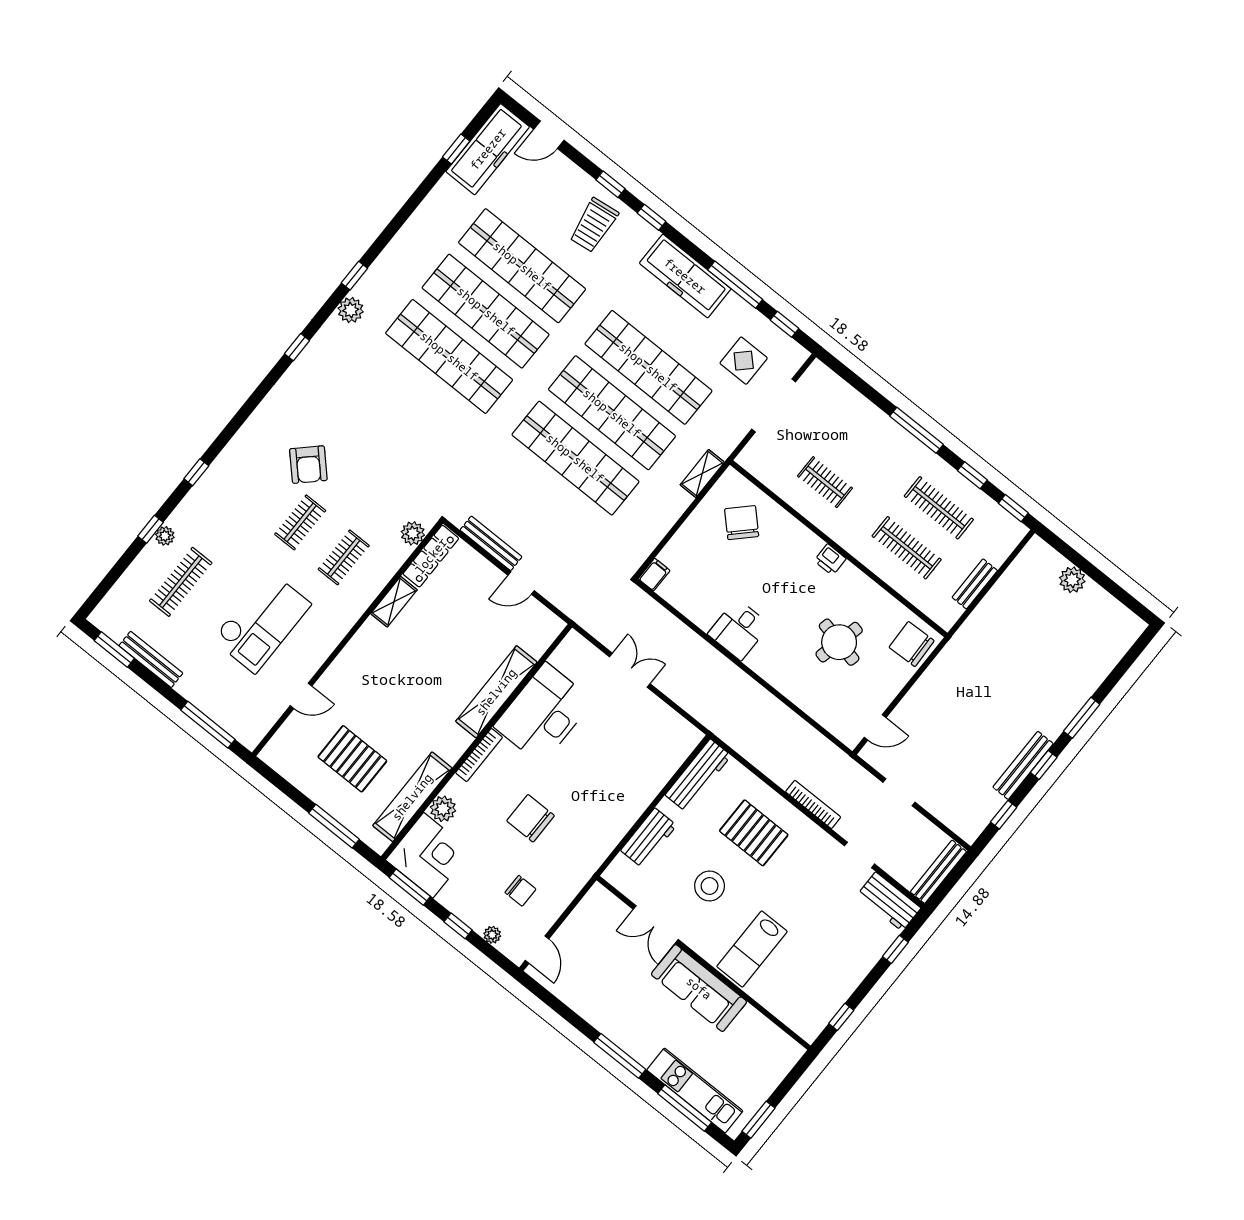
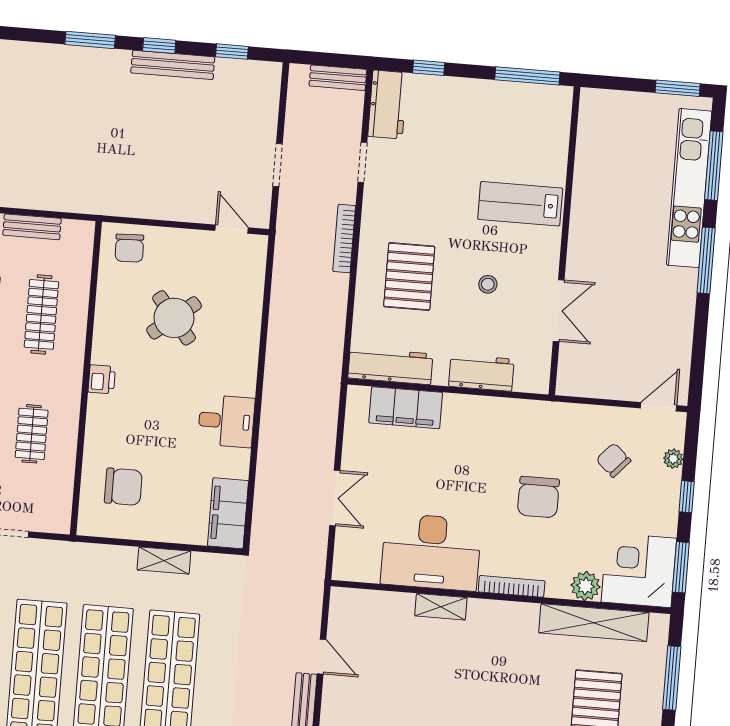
shelving: (702, 474) -> (164, 561), moved
chair: (742, 523) -> (123, 487), turned -135
filing cabinet: (654, 575) -> (228, 513), width x3.00, depth x1.17
round table: (839, 642) -> (174, 318), turned 38
chair: (912, 644) -> (129, 248), width x0.73, depth x0.73
double door: (630, 670) -> (335, 498), swing flipped
shelving: (496, 692) -> (441, 607), width x0.45, depth x0.75
filing cabinet: (660, 766) -> (406, 408), added
bench: (938, 872) -> (338, 78), width x0.73
stool: (710, 886) -> (488, 284), width x0.53, depth x0.53
chair: (520, 891) -> (613, 460), turned -48
lab bench: (752, 949) -> (520, 204), turned 180
sofa: (699, 988) -> (591, 229), removed
window: (841, 1017) -> (527, 76), width x2.17
kitchen unit: (695, 1091) -> (689, 188), width x1.36

